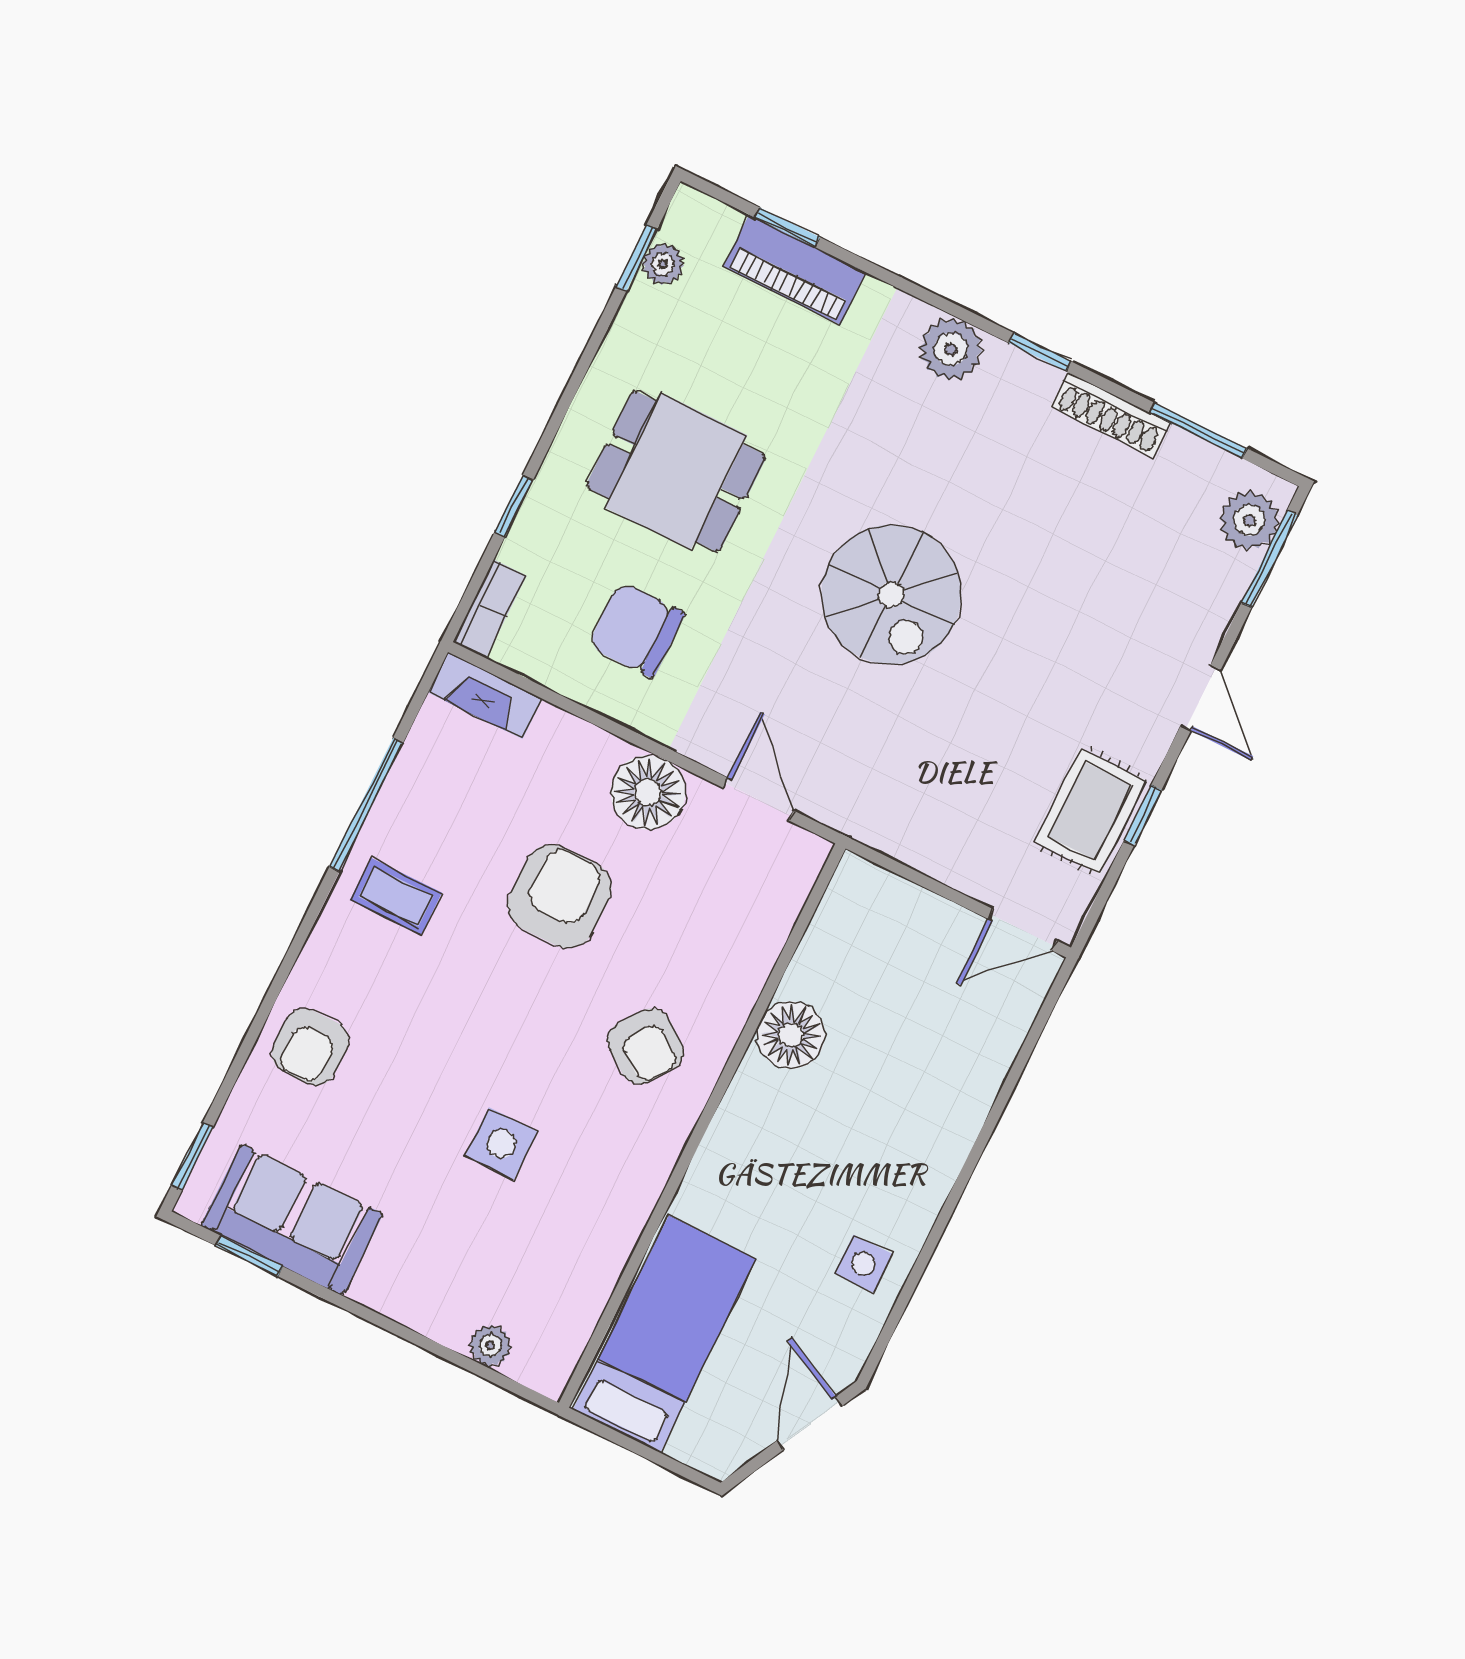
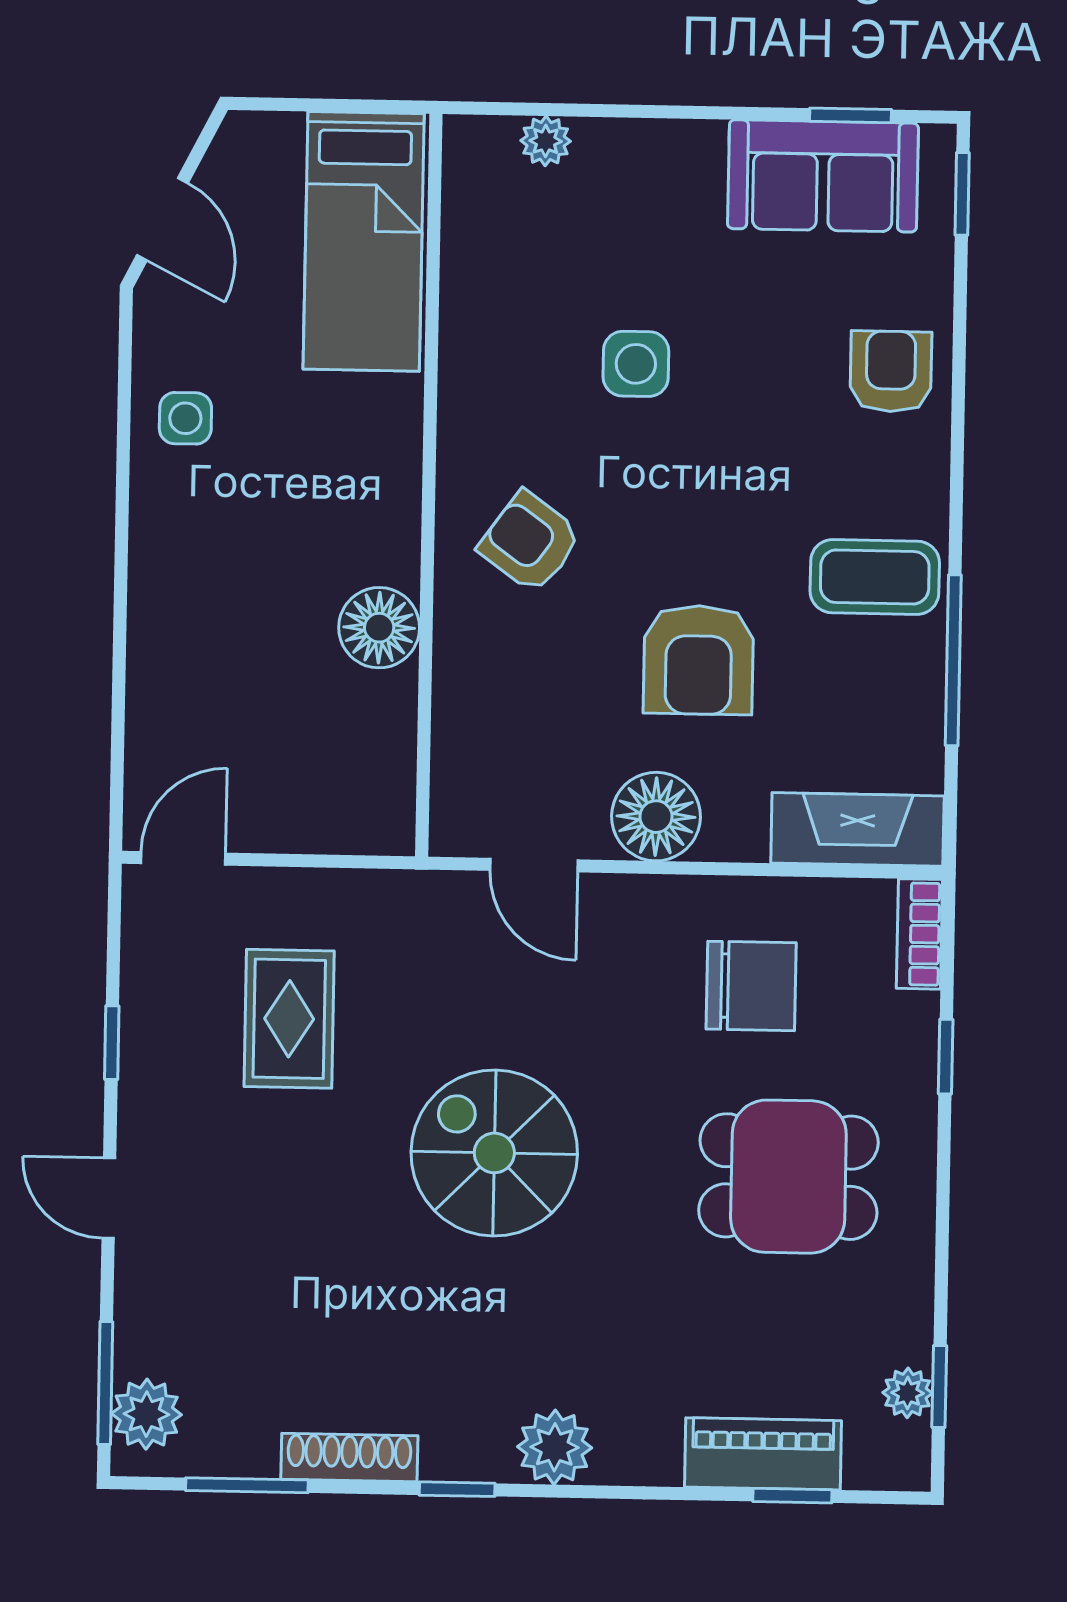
fireplace: (485, 695) -> (857, 829), width x1.37, depth x1.32
rug: (1090, 811) -> (289, 1019), moved
coffee table: (396, 896) -> (875, 577), width x1.36, depth x1.30

